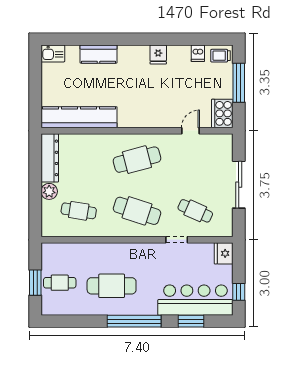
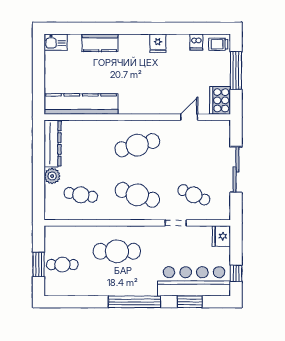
cafe table: (112, 286) -> (117, 251), moved

